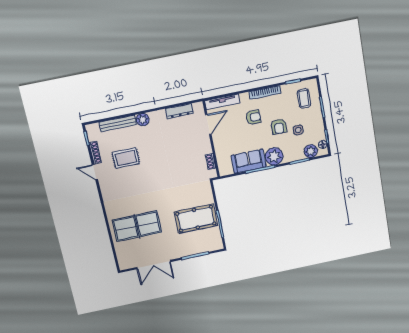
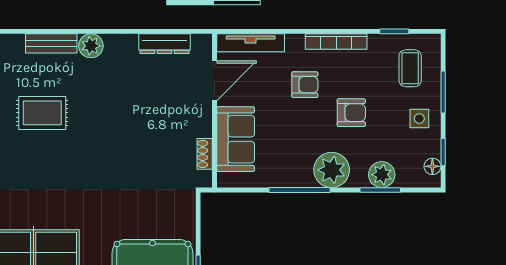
bench: (118, 123) -> (51, 43), width x0.73
armchair: (279, 126) -> (351, 113), turned -90
side table: (298, 130) -> (419, 119), moved
plant: (311, 151) -> (382, 175), moved
sofa: (249, 161) -> (236, 139), moved, turned 90

